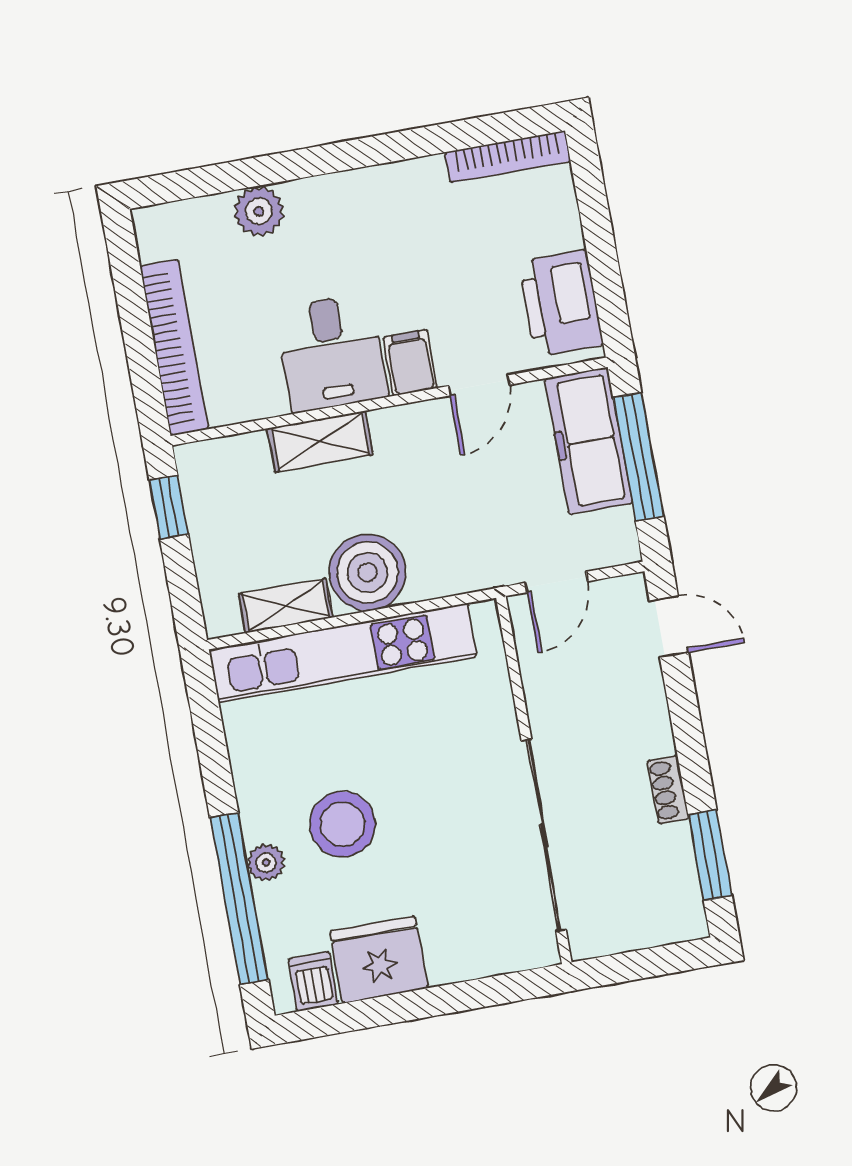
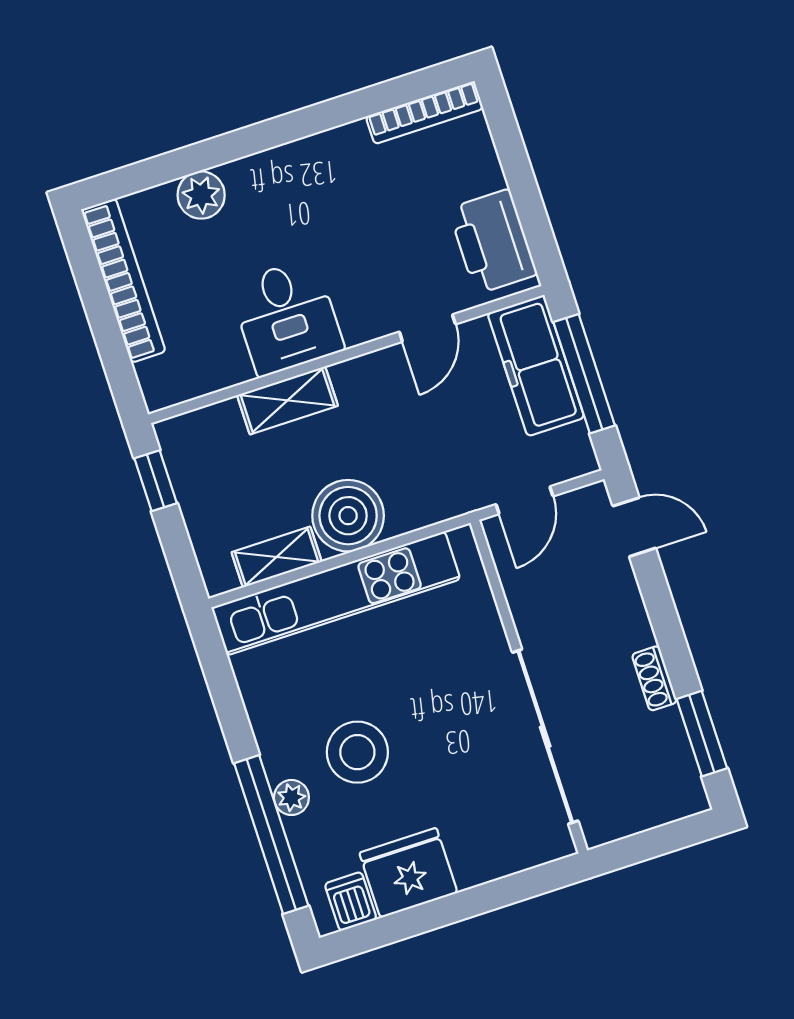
bookcase: (174, 348) -> (123, 281), moved
filing cabinet: (410, 363) -> (361, 316), removed

